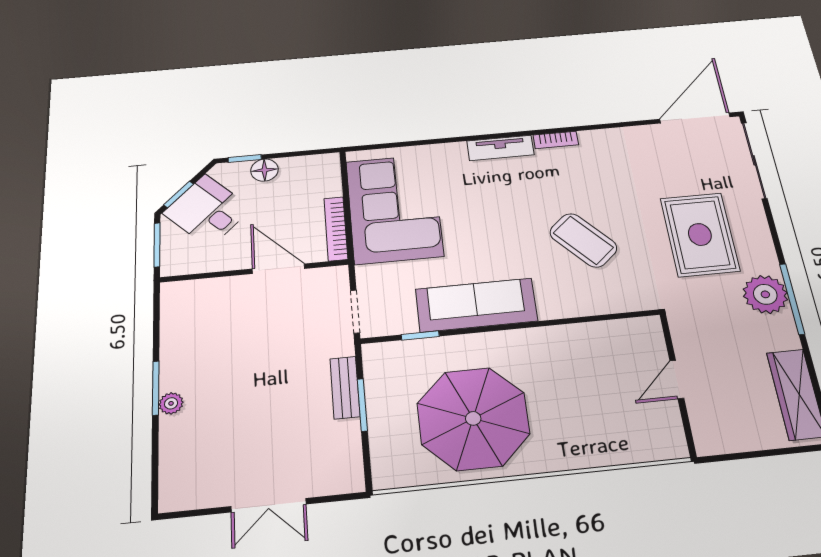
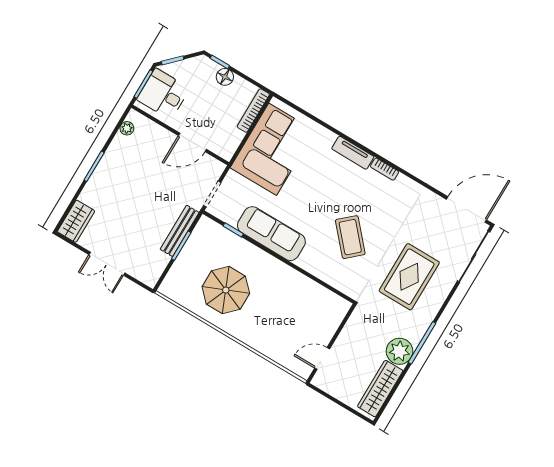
desk: (207, 211) -> (163, 94), moved, turned -45
bookcase: (336, 229) -> (253, 111), moved
door: (278, 269) -> (192, 142), swing flipped
plant: (765, 294) -> (400, 351), moved
door: (677, 379) -> (322, 359), moved
bench: (345, 387) -> (180, 231), width x1.36
plant: (171, 403) -> (127, 128), moved
parasol: (473, 418) -> (226, 290), width x0.73, depth x0.73
wardrobe: (178, 479) -> (76, 221), added

